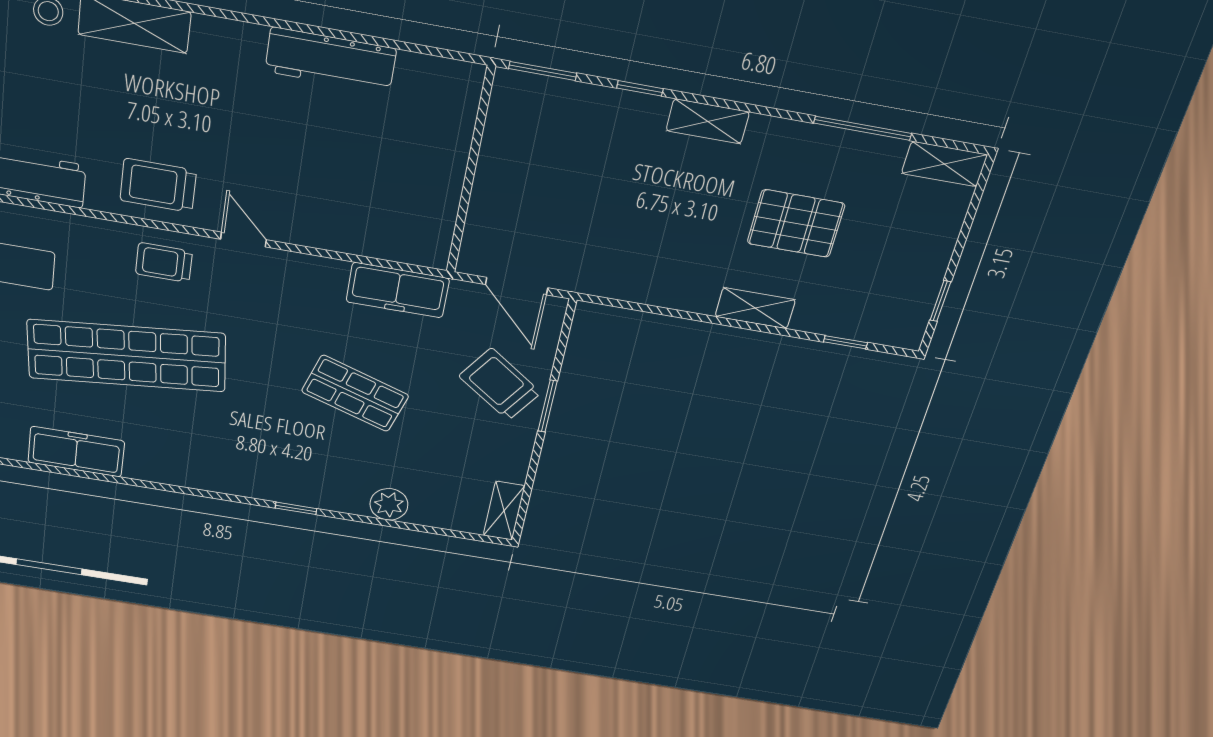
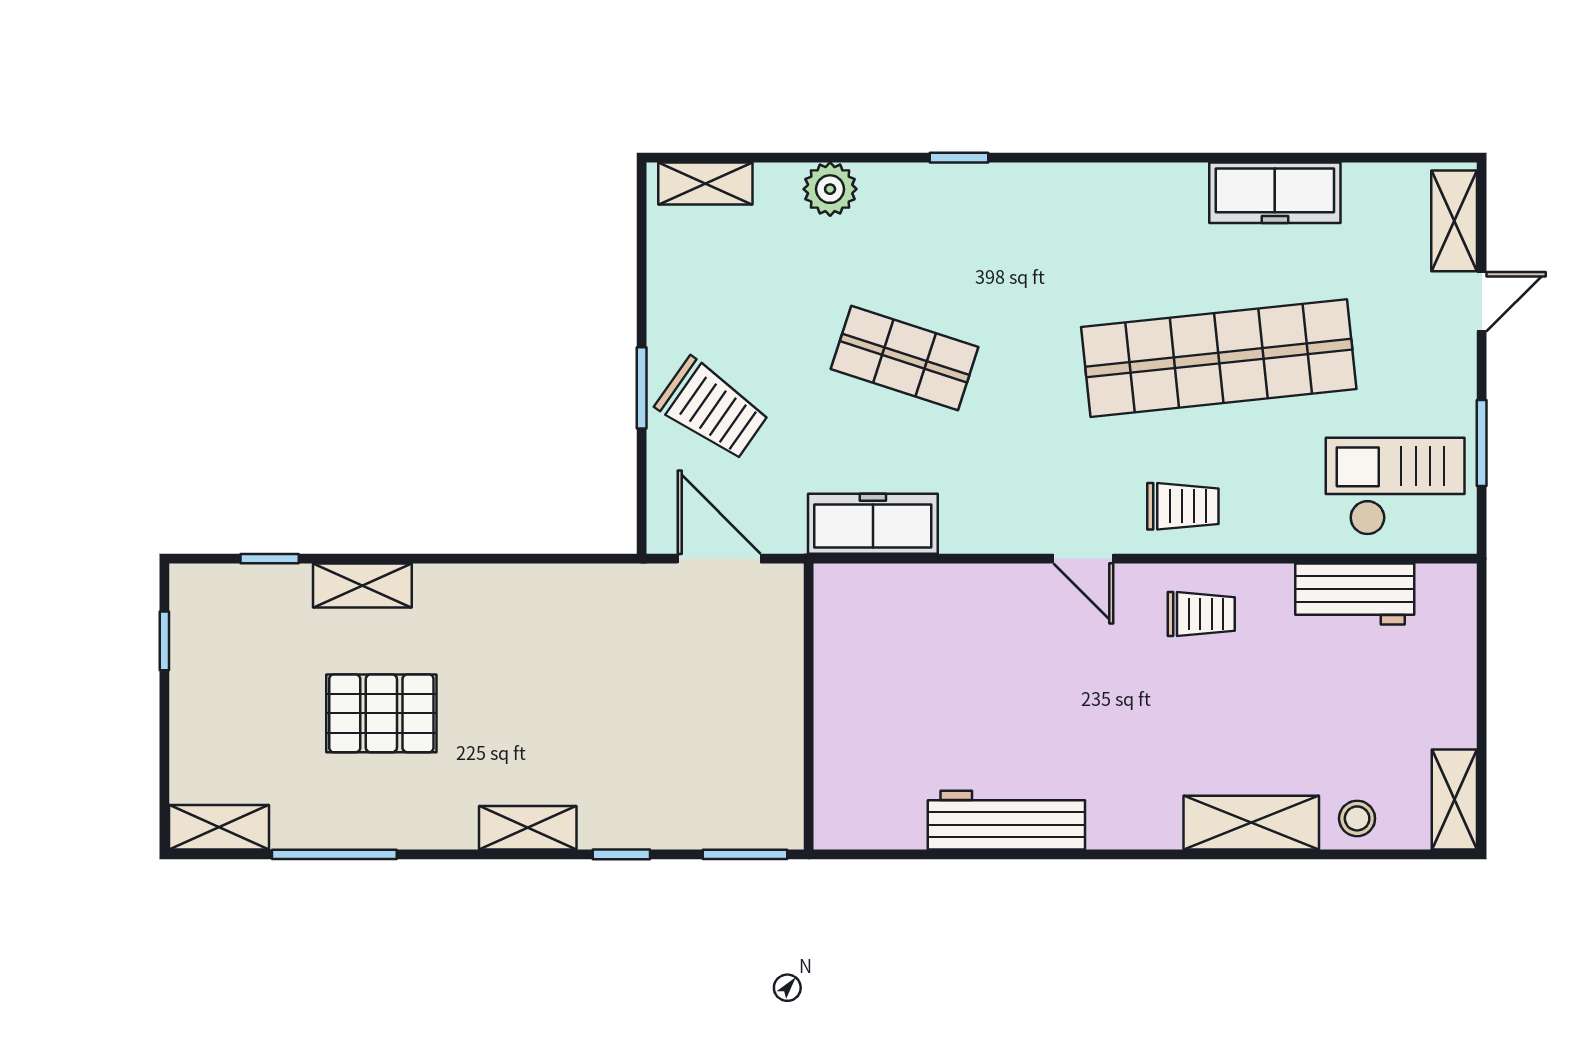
trolley: (158, 185) -> (1201, 614), width x0.73, depth x0.72
shelving: (755, 308) -> (362, 585), moved
shelving: (504, 511) -> (705, 184), moved, turned 90

